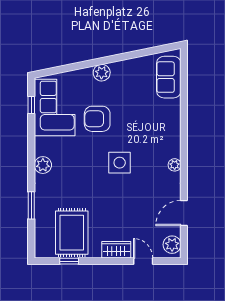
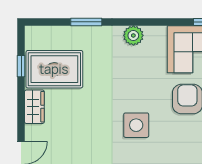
wardrobe: (116, 250) -> (34, 107), moved

